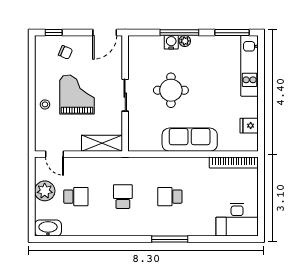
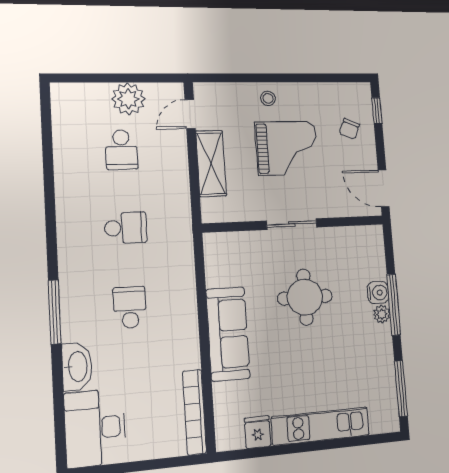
kitchen unit: (250, 66) -> (321, 426), moved
shelving: (102, 143) -> (211, 163), moved
washbasin: (48, 228) -> (77, 367), moved

